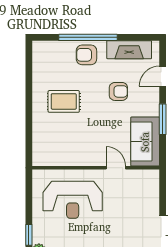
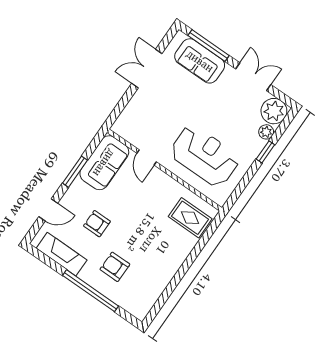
armchair: (86, 55) -> (115, 267), moved, turned 180
rug: (64, 101) -> (190, 218), moved

